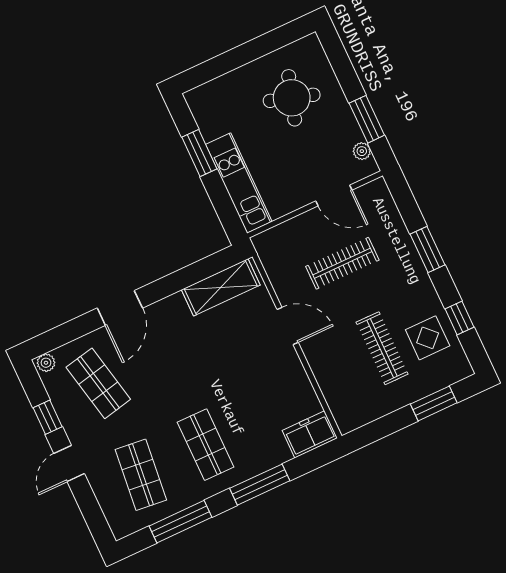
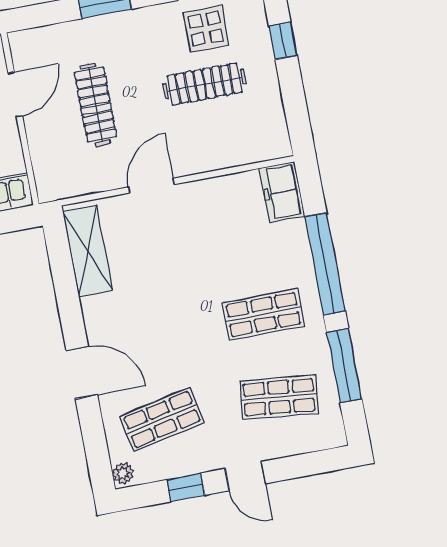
window: (434, 403) -> (283, 41), width x0.67
window: (260, 485) -> (325, 264), width x1.46

